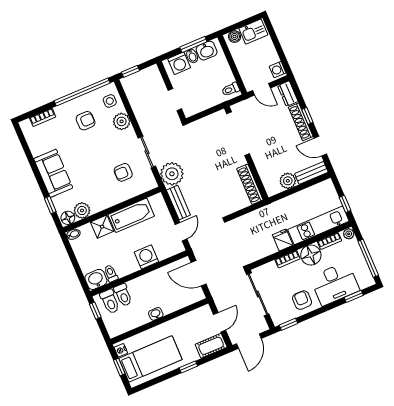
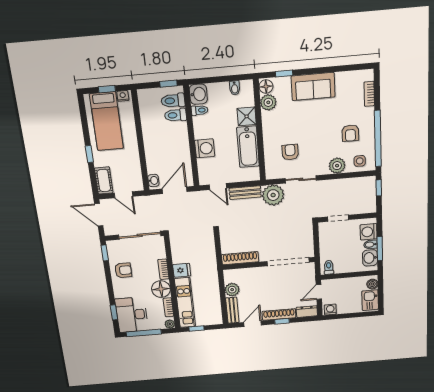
bidet: (73, 234) -> (235, 88), moved
desk: (335, 284) -> (132, 315), moved
washbasin: (156, 314) -> (153, 180), moved

